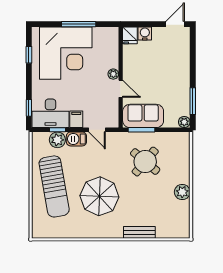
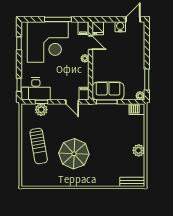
water cooler: (145, 33) -> (120, 27), moved
filing cabinet: (111, 35) -> (83, 28), added
door: (121, 89) -> (91, 43), moved
filing cabinet: (76, 119) -> (84, 94), moved
barbecue: (76, 139) -> (137, 109), moved
round table: (145, 162) -> (110, 127), removed
sun lounger: (54, 186) -> (39, 146), width x0.73, depth x0.75
bench: (139, 232) -> (132, 182), moved

